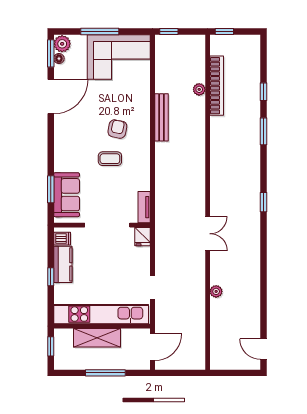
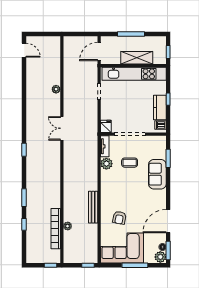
armchair: (117, 129) -> (119, 218), moved
coffee table: (110, 159) -> (130, 163), moved
plant: (142, 182) -> (106, 164), added
sofa: (67, 195) -> (157, 174), moved

